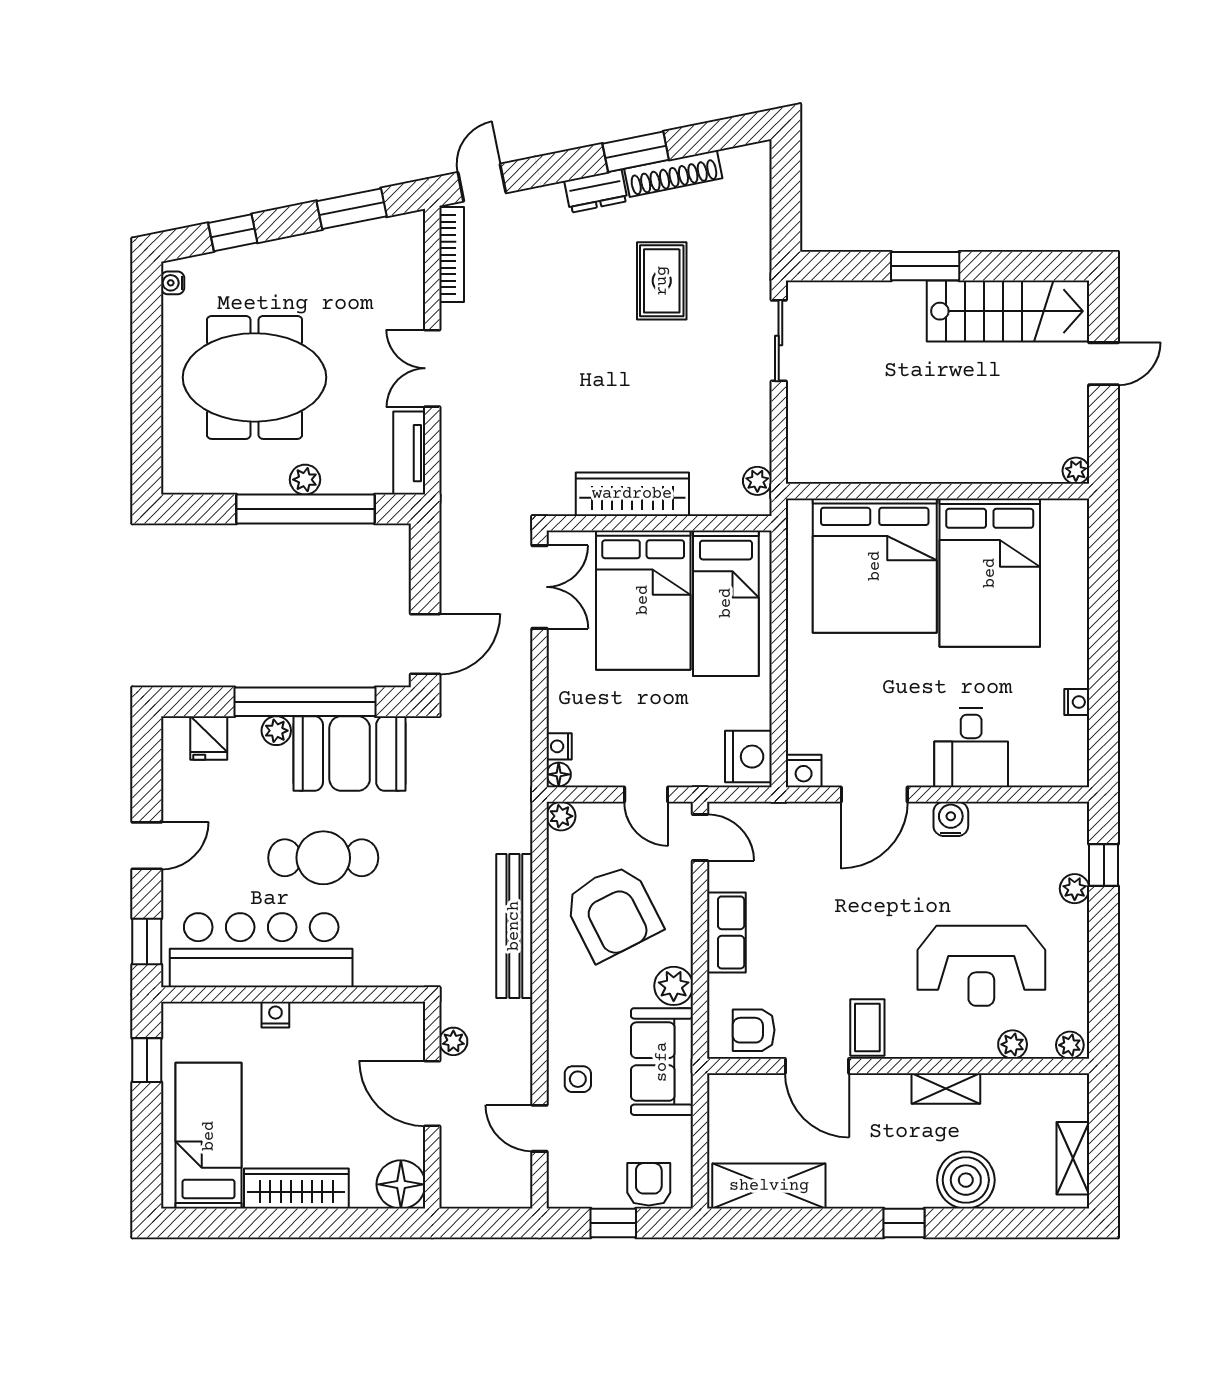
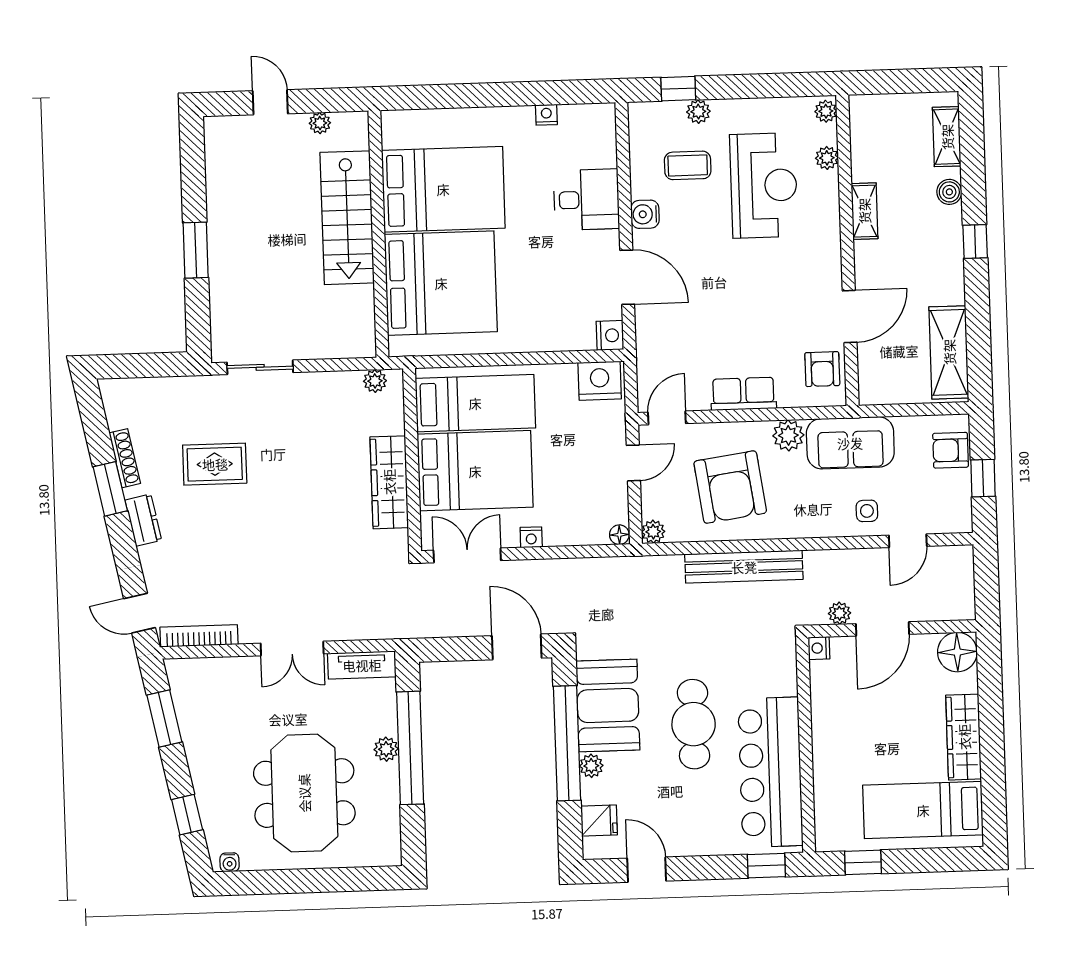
shoe rack: (673, 174) -> (125, 458), width x0.74, depth x0.81
stairs: (1008, 311) -> (347, 218), moved, turned 180
plant: (1076, 471) -> (320, 123), moved
nightstand: (559, 746) -> (531, 537), moved
door: (147, 846) -> (647, 870), moved
armchair: (613, 912) -> (730, 487), turned 109
nightstand: (275, 1015) -> (819, 648), moved
coffee table: (867, 1027) -> (688, 165), moved
shelving: (1073, 1158) -> (947, 137), moved, turned 90
boiler: (966, 1180) -> (949, 192), width x0.54, depth x0.54

